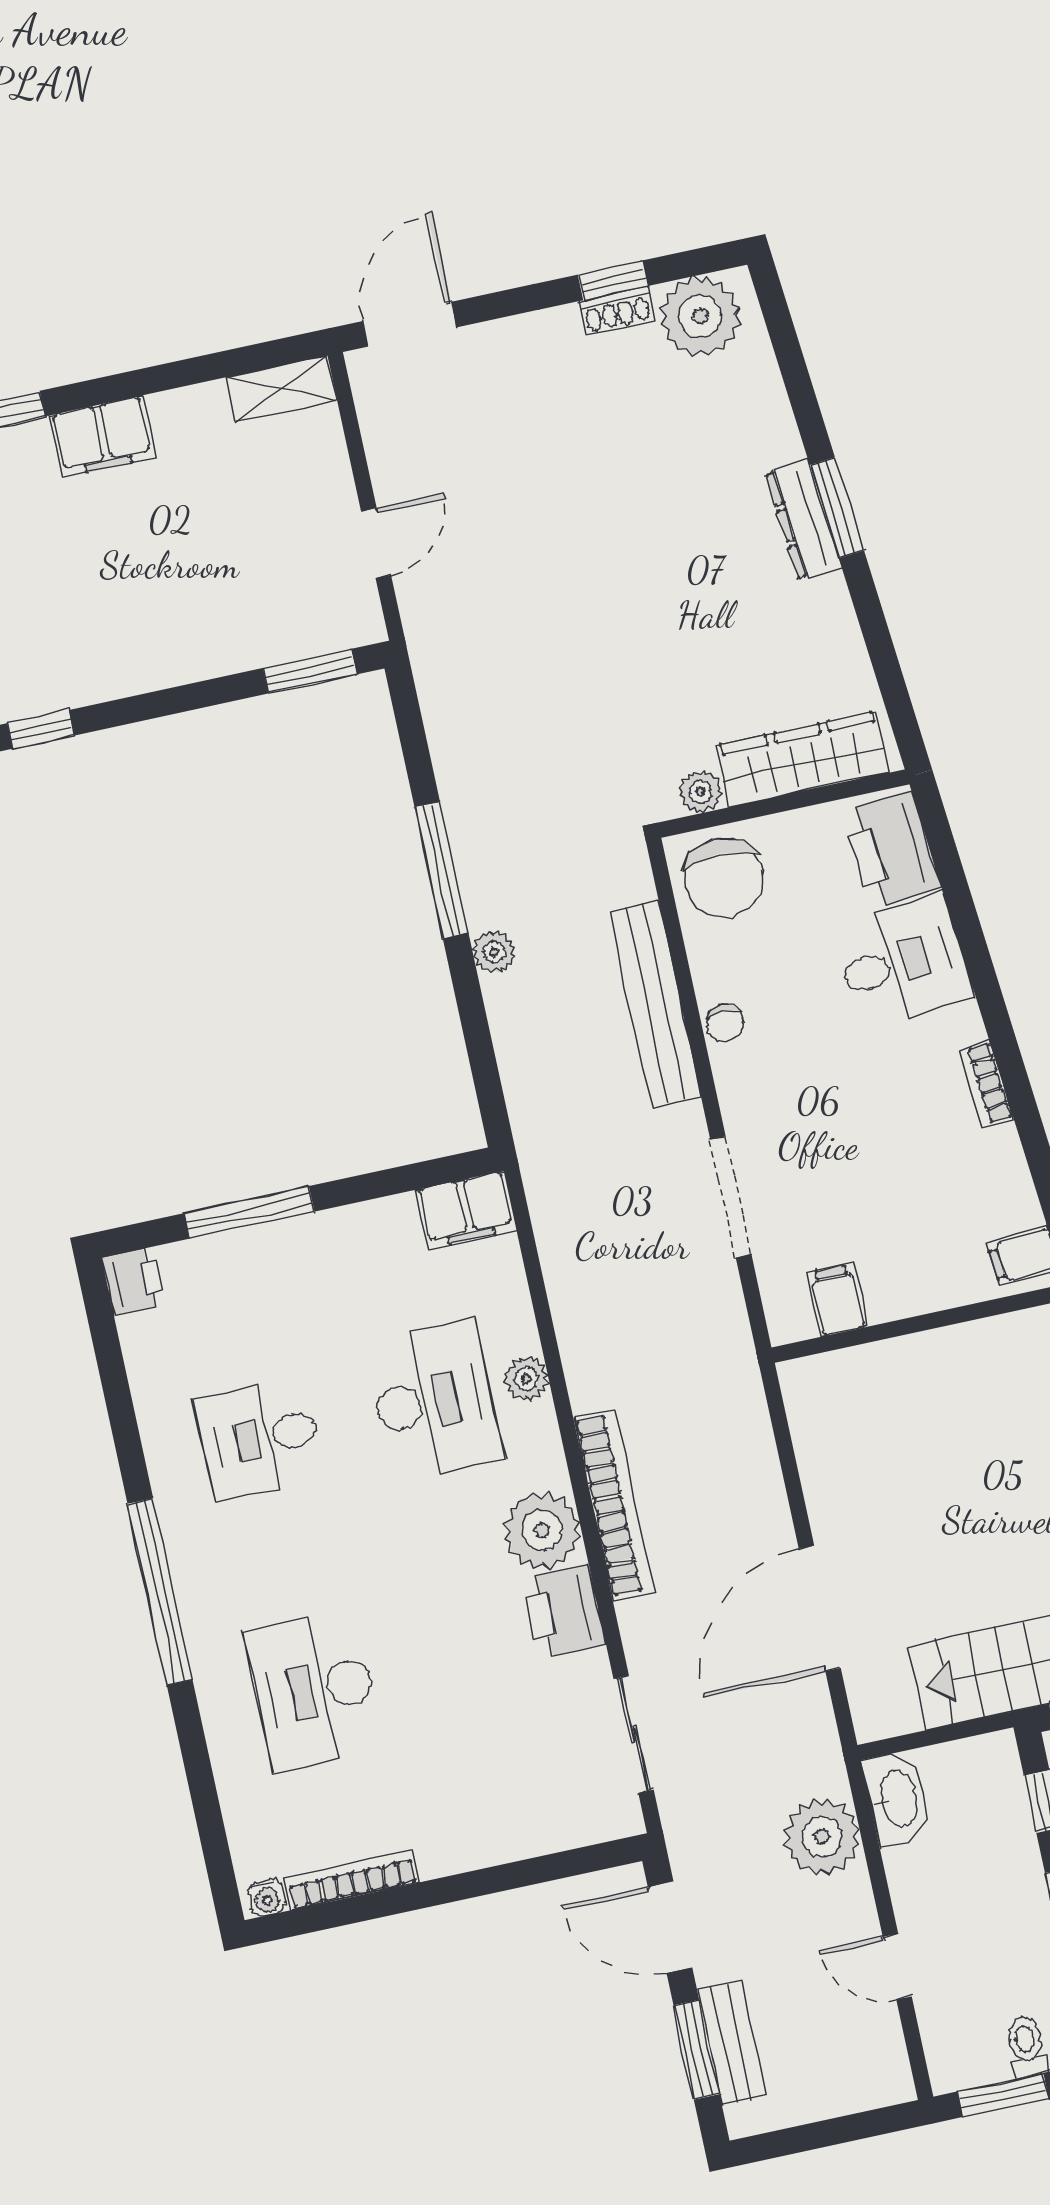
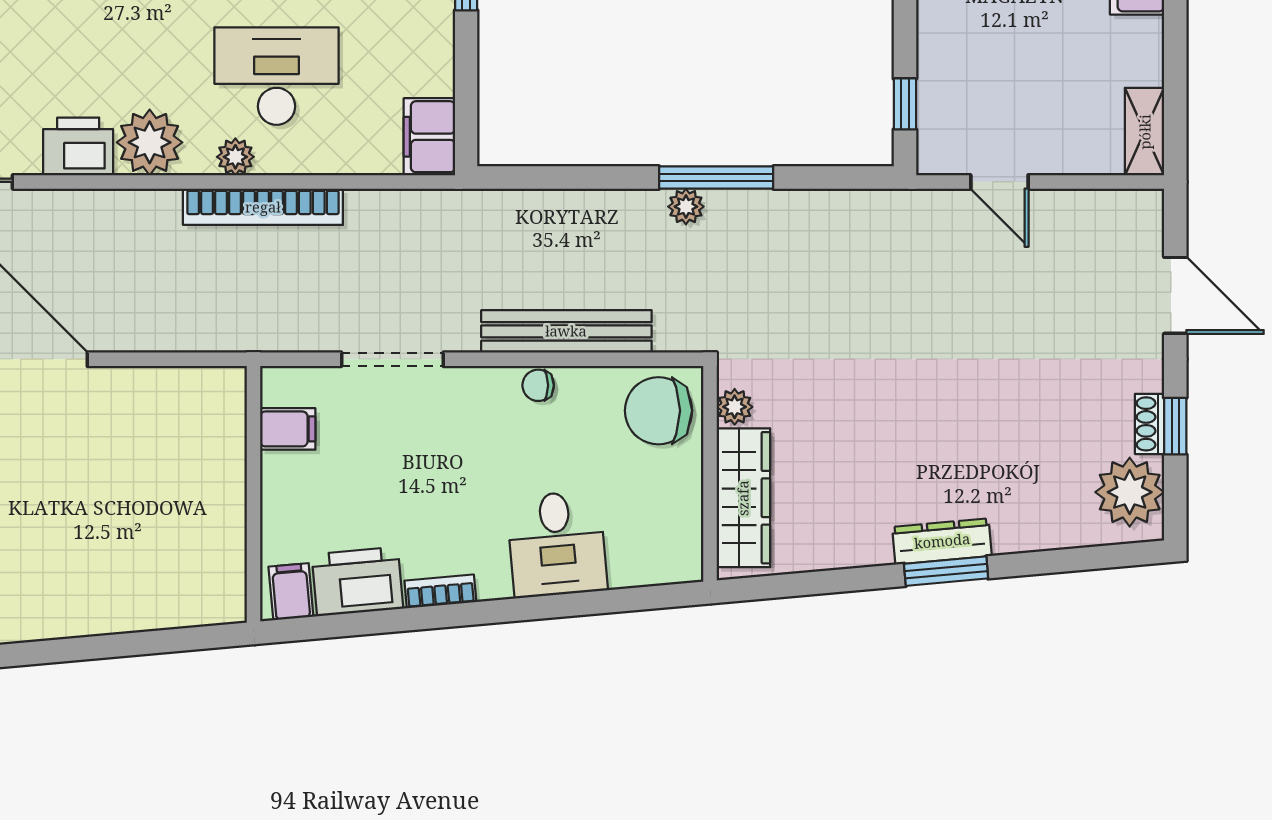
door: (409, 324) -> (1175, 295), moved
window: (310, 671) -> (905, 104), width x0.67
printer: (891, 850) -> (357, 582), moved
plant: (494, 952) -> (686, 207), moved
plant: (526, 1379) -> (235, 157), moved
desk: (434, 1401) -> (277, 76), turned 180
bookcase: (614, 1505) -> (263, 207), moved

